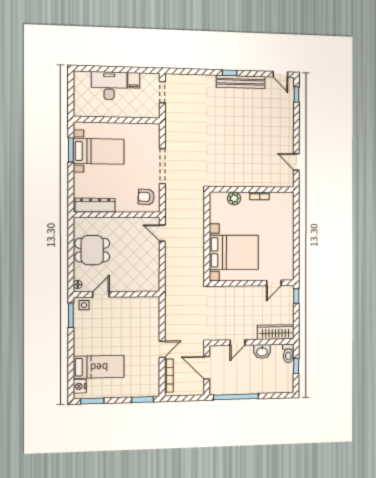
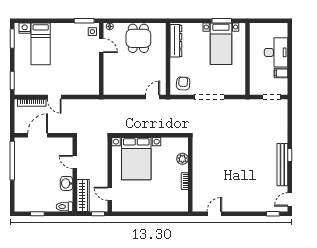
wardrobe: (276, 332) -> (83, 195), moved
wall: (252, 342) -> (75, 174), moved
door: (238, 343) -> (75, 162), moved
washbasin: (262, 351) -> (67, 183), moved
toilet: (288, 353) -> (64, 207), moved

